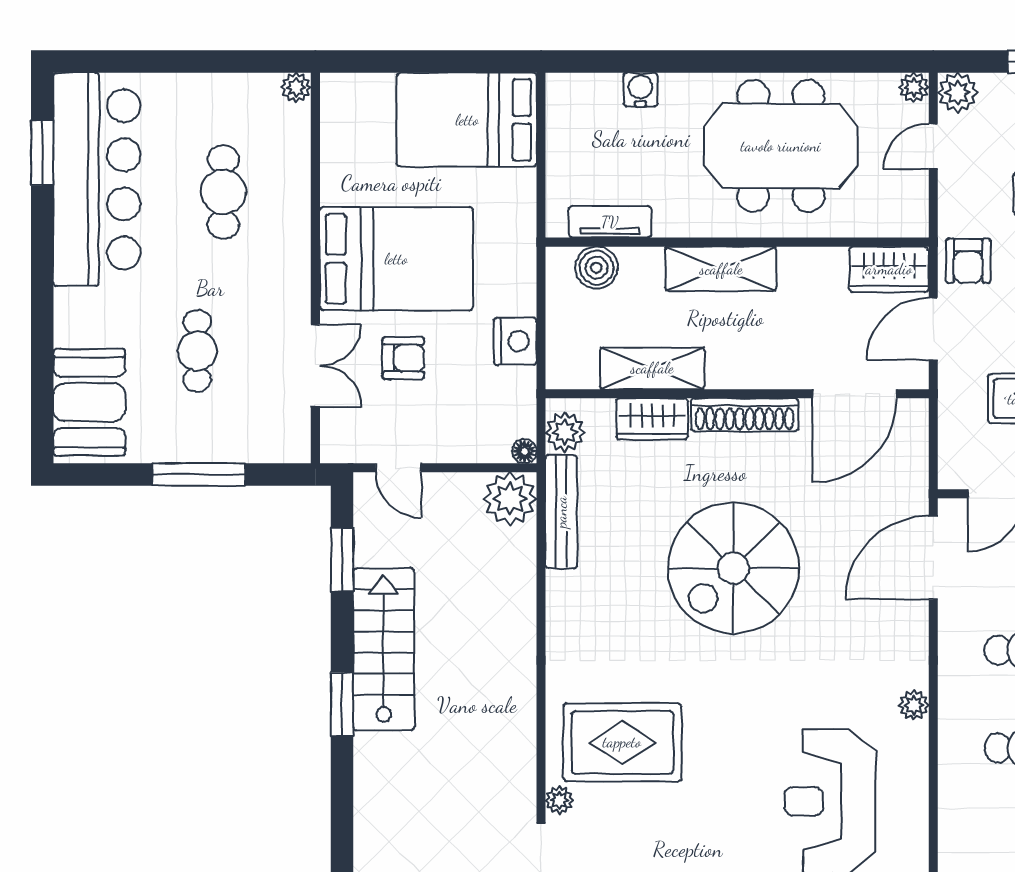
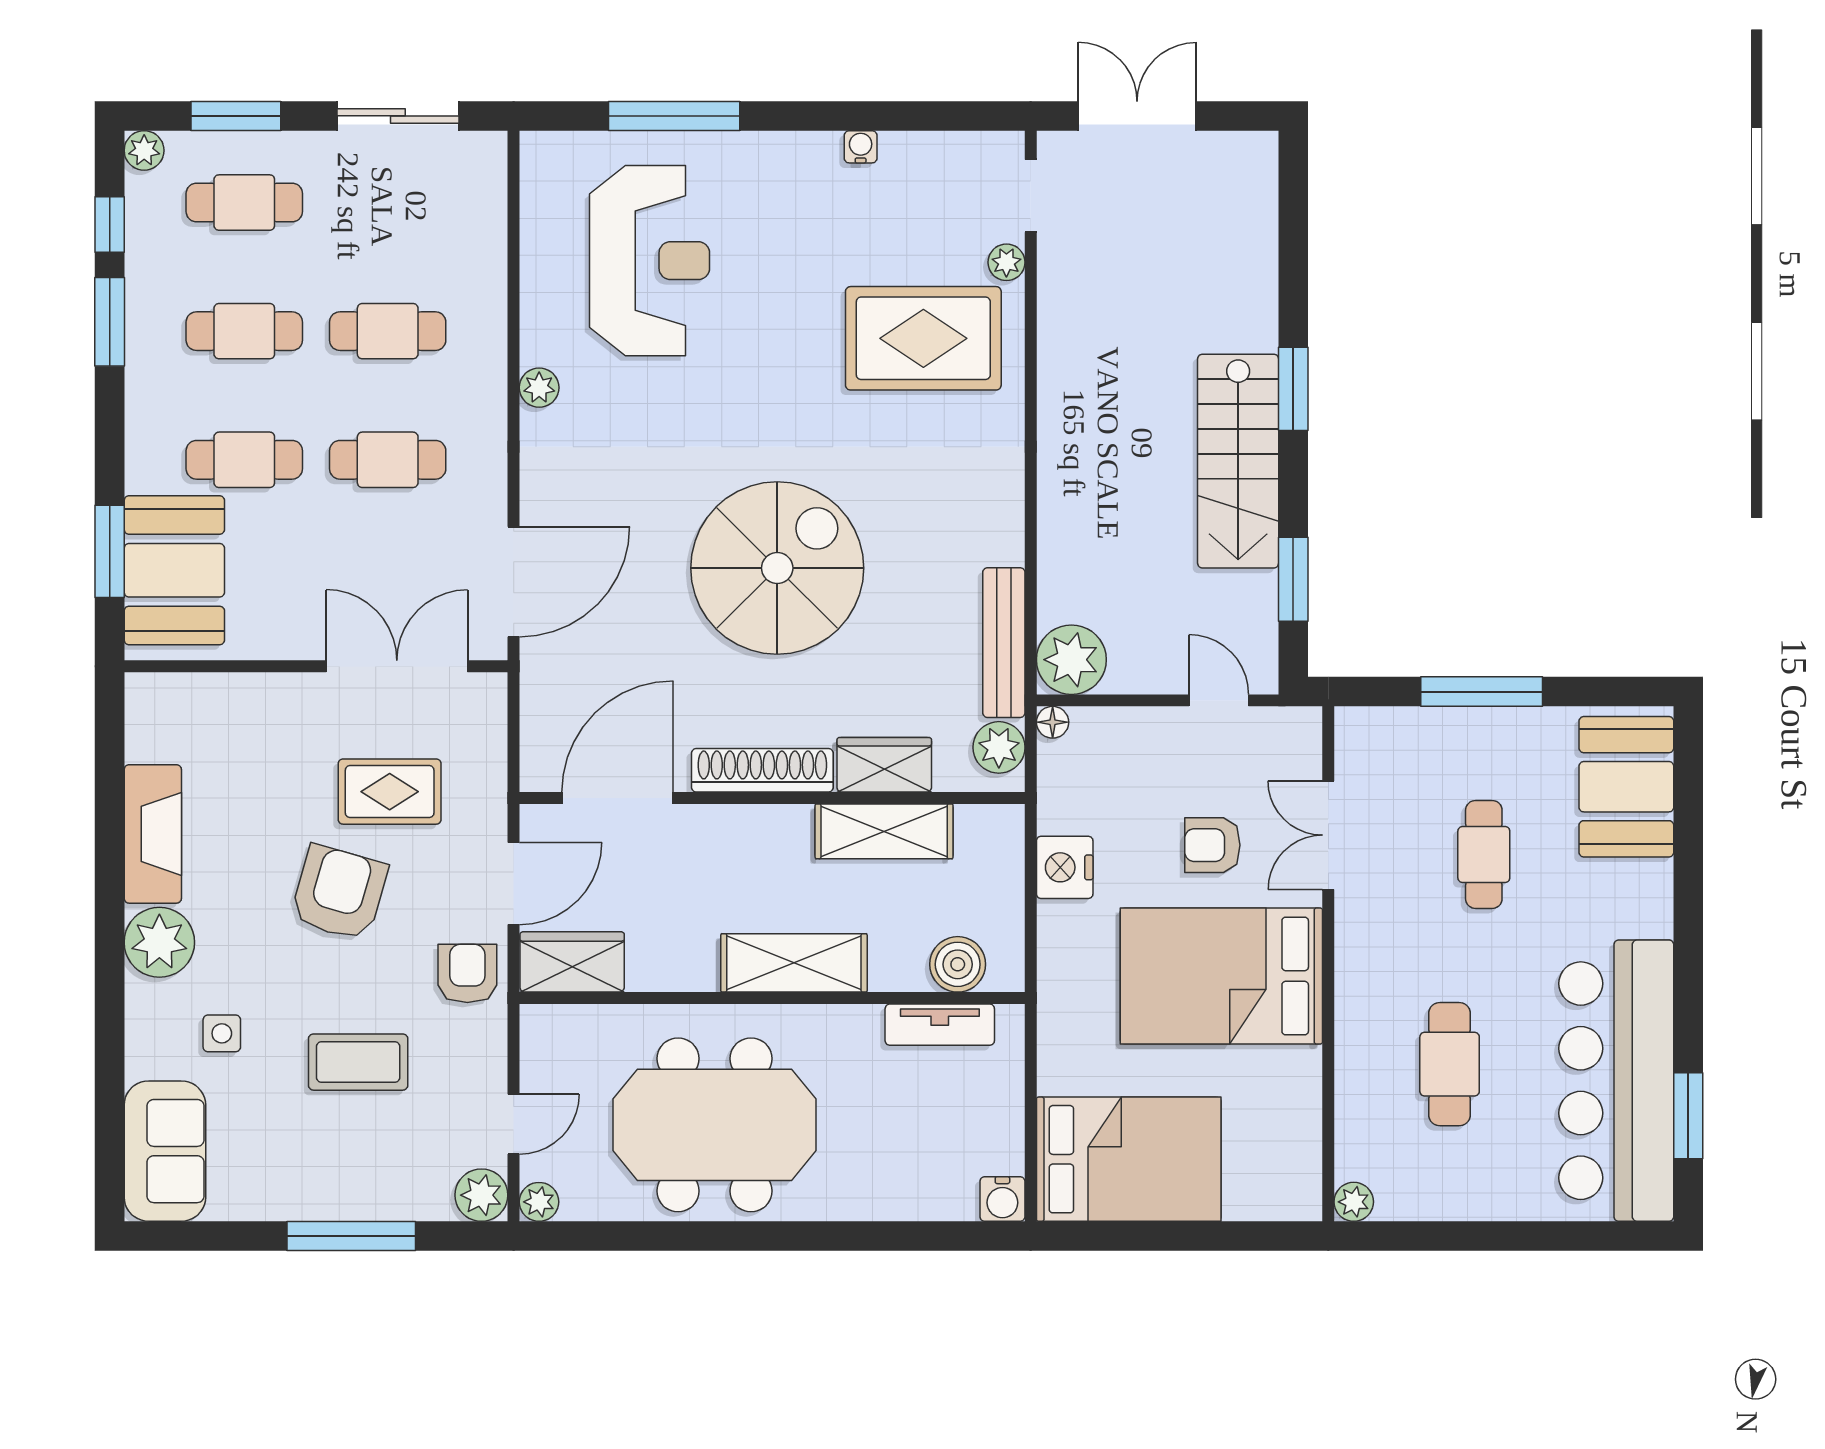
water cooler: (640, 90) -> (1002, 1199), moved

